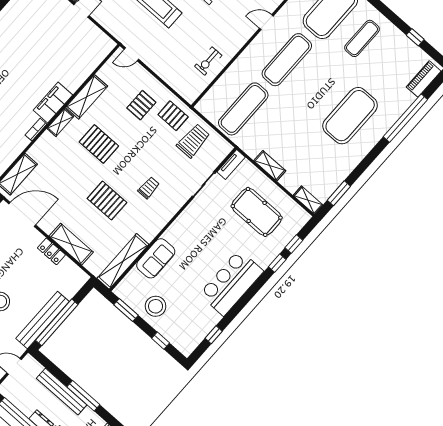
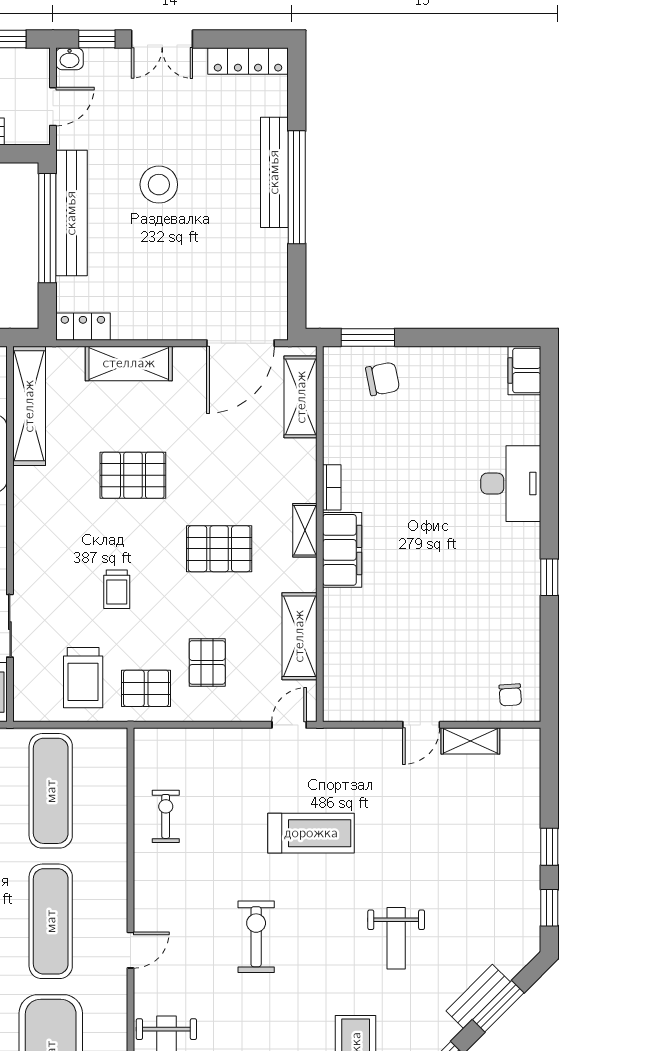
shelving: (87, 97) -> (299, 636), moved
trolley: (149, 188) -> (117, 589), moved
locker: (51, 251) -> (83, 327), moved

